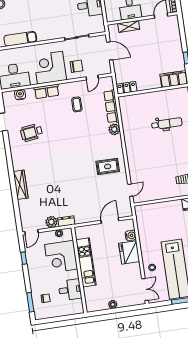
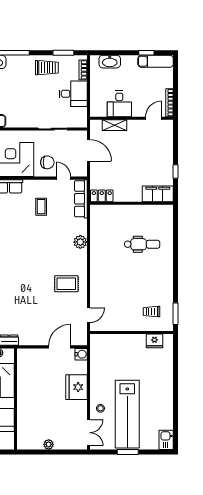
door: (92, 78) -> (63, 178), swing flipped
row of seats: (111, 106) -> (81, 199), moved
water cooler: (131, 235) -> (81, 354), moved
kitchen unit: (86, 262) -> (25, 391), removed

